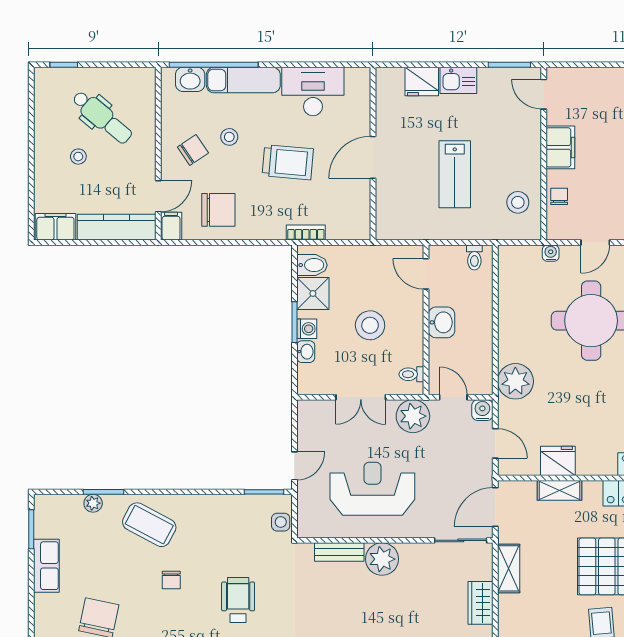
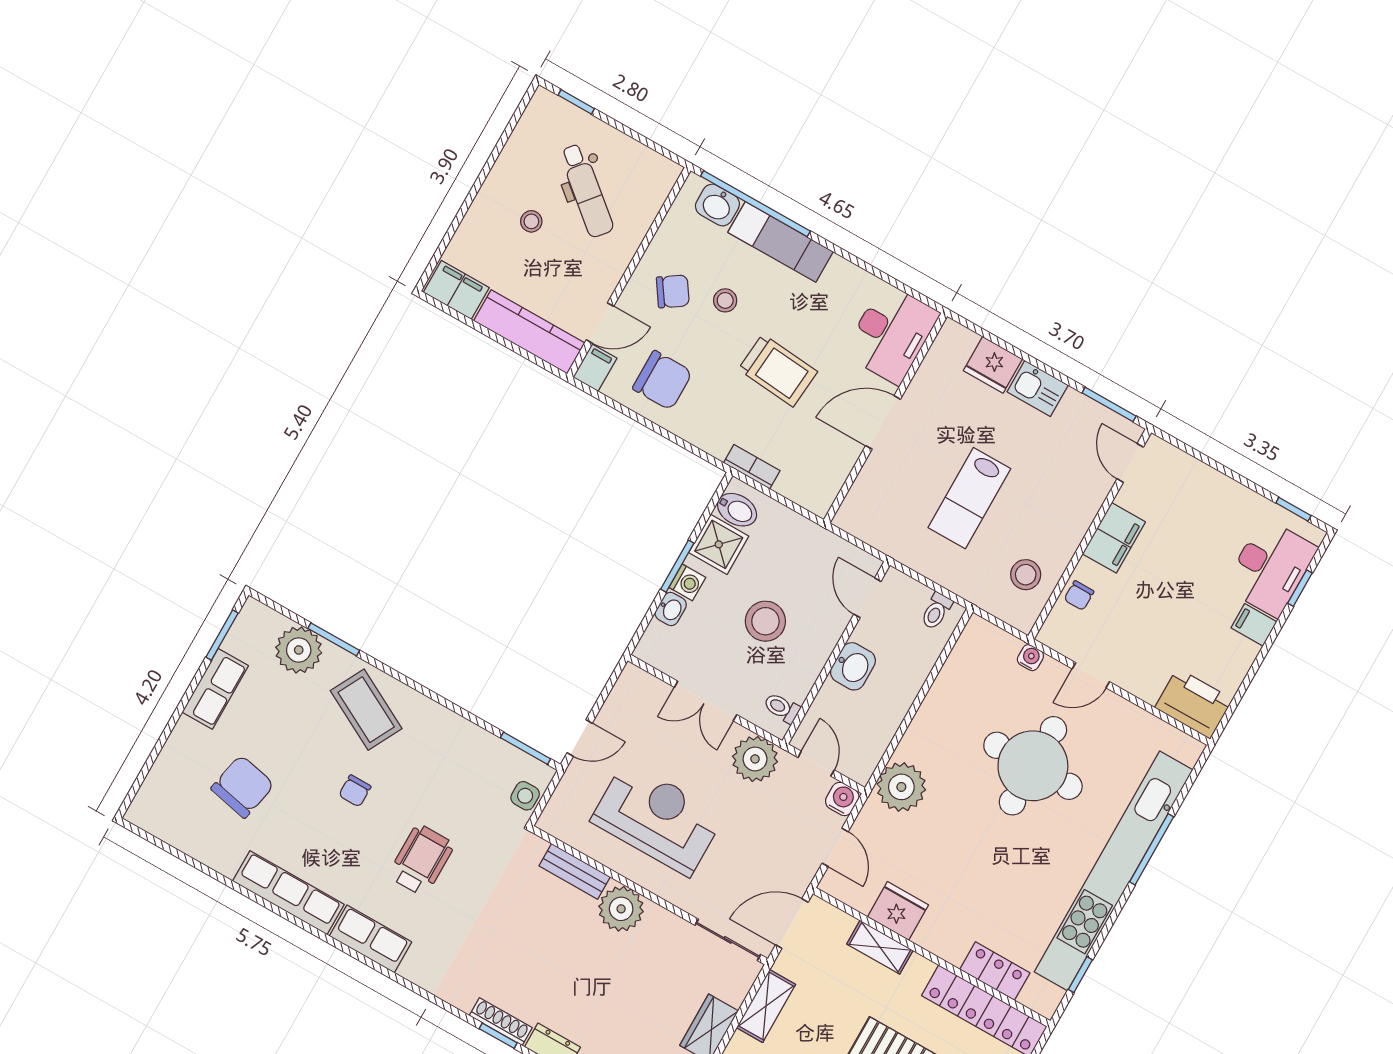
desk: (313, 91) -> (891, 334), moved, turned 90
chair: (559, 196) -> (1079, 596), turned 180
plant: (93, 503) -> (299, 650), width x1.88, depth x1.88

